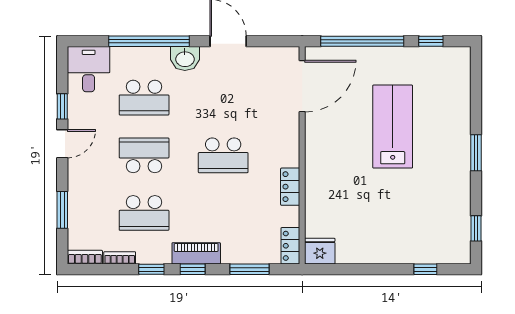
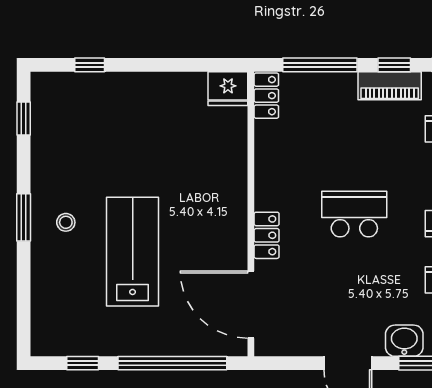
door: (302, 86) -> (251, 305), hinge flipped
lab bench: (393, 127) -> (133, 252), turned 180
stool: (444, 149) -> (66, 222), added
locker: (290, 187) -> (267, 235), moved
window: (250, 269) -> (320, 65), width x1.44

